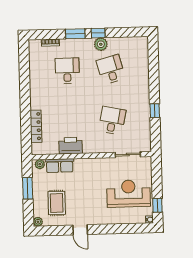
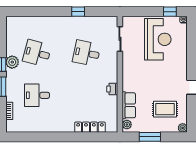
desk: (111, 70) -> (37, 53), turned 30
printer: (71, 146) -> (112, 89), width x0.53, depth x0.68
reception desk: (128, 194) -> (158, 39), turned 180

